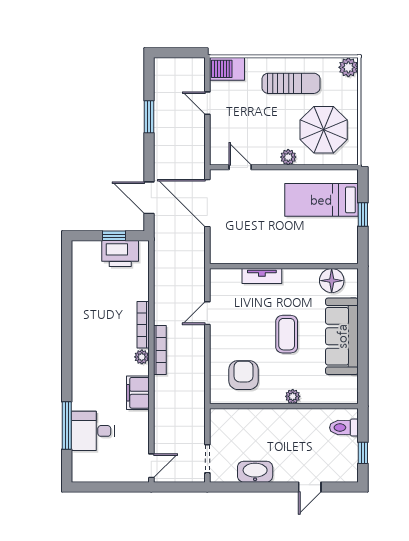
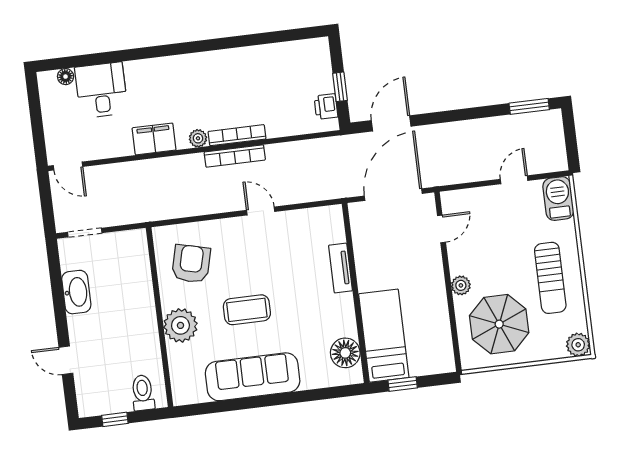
window: (149, 117) -> (529, 106), moved
bed: (321, 200) -> (384, 336), moved
printer: (120, 254) -> (326, 107), width x0.53, depth x0.68
wall: (284, 266) -> (356, 293), moved
tv unit: (262, 276) -> (340, 268), moved
floor lamp: (332, 281) -> (345, 353), moved
bookcase: (160, 350) -> (235, 156), moved
armchair: (243, 375) -> (191, 264), turned -76
plant: (293, 396) -> (180, 325), width x1.88, depth x1.88
window: (67, 425) -> (104, 58), removed
floor lamp: (78, 459) -> (66, 77), added

